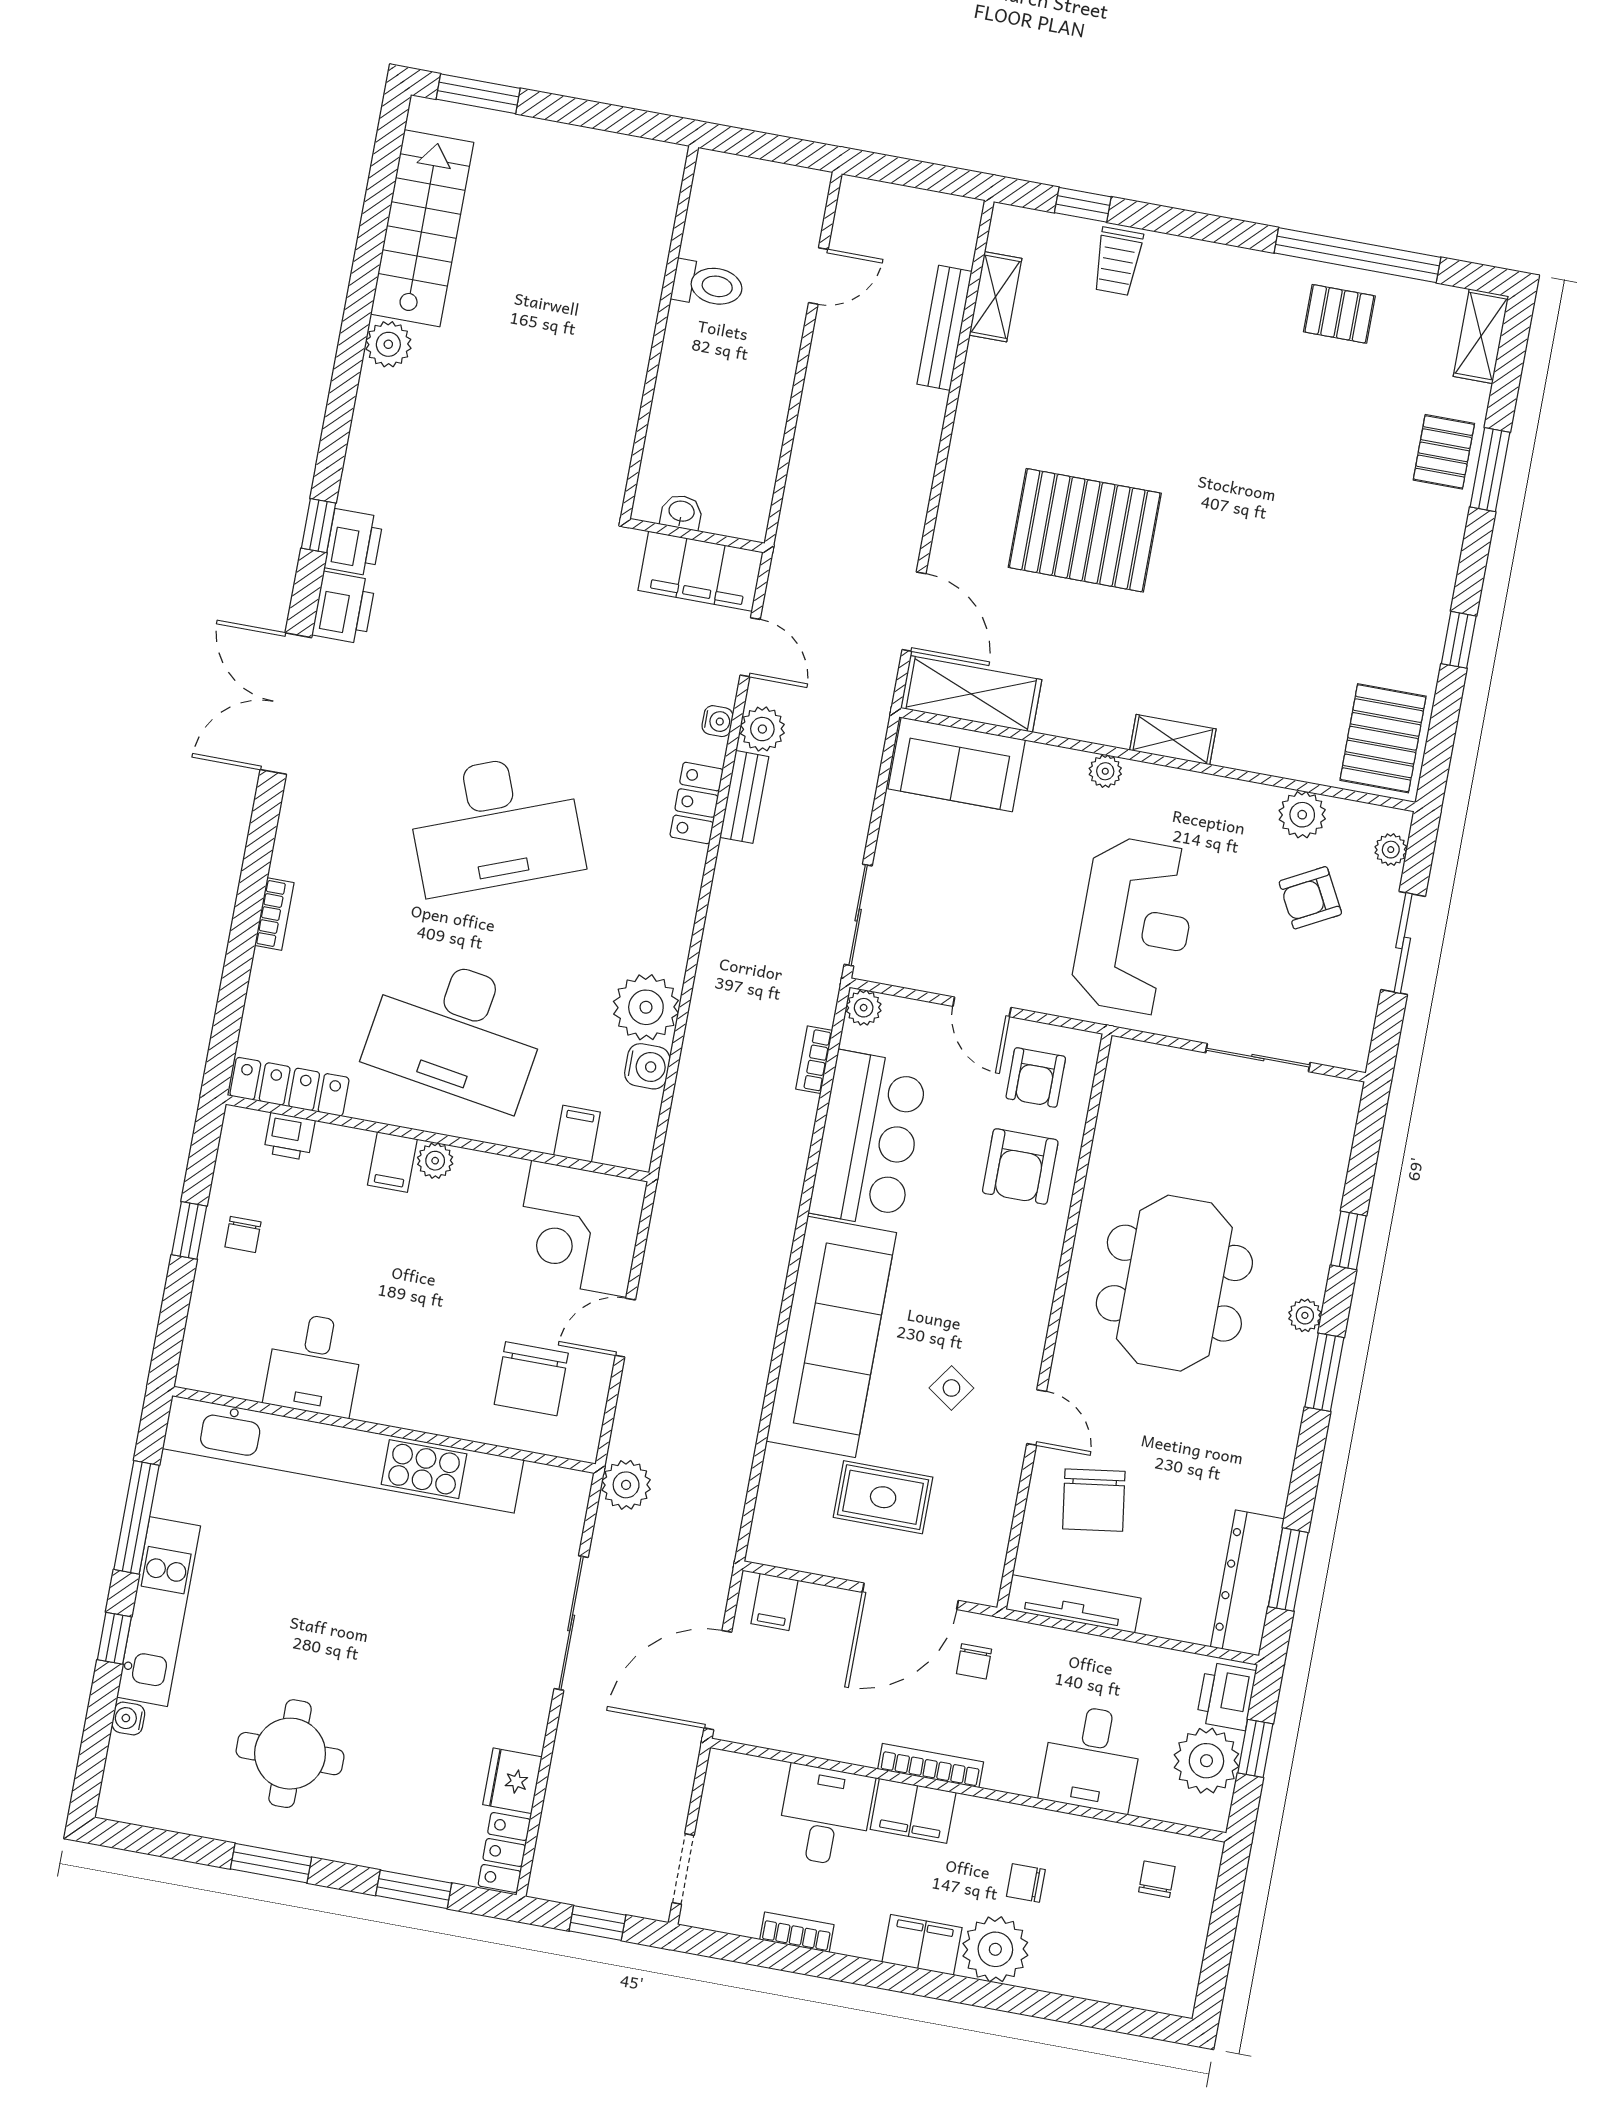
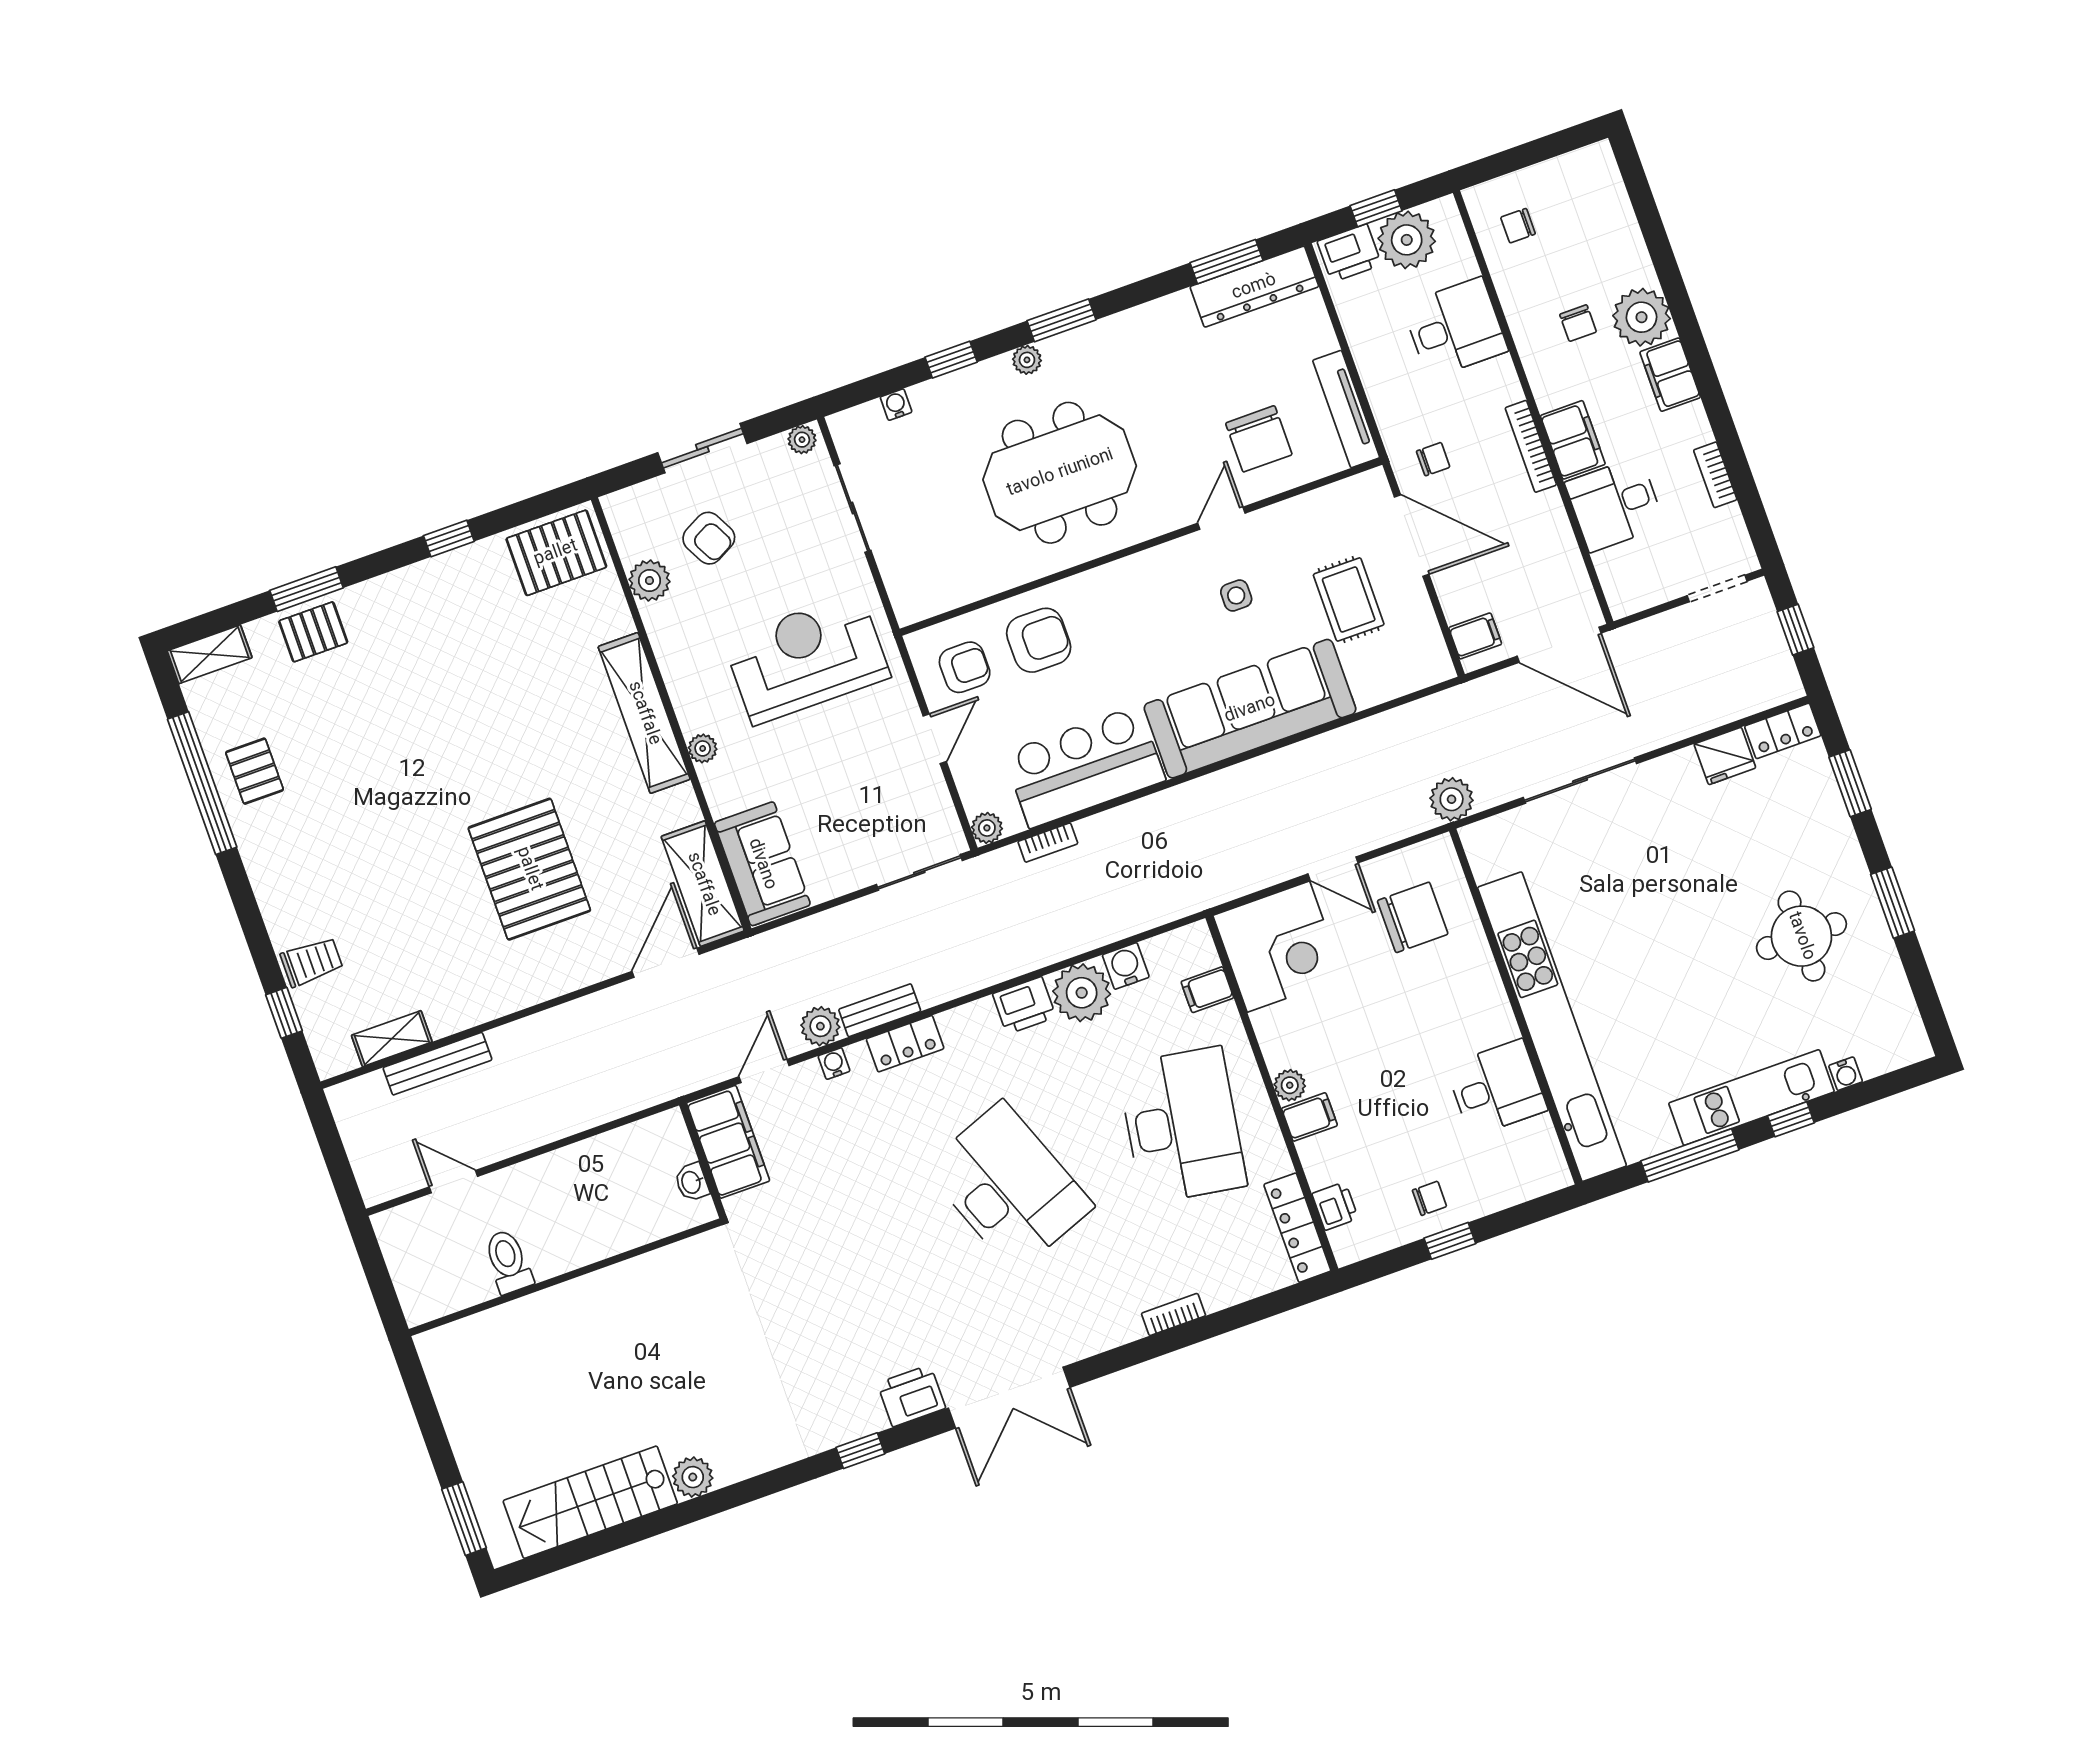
printer: (354, 542) -> (1024, 1005), moved, turned 180
shelving: (1173, 740) -> (644, 713), width x2.20, depth x1.33
plant: (1391, 850) -> (802, 440), moved
water cooler: (1336, 1160) -> (896, 405), added
side table: (951, 1388) -> (1236, 595), turned -35
chair: (1094, 1500) -> (1259, 439), turned 98

